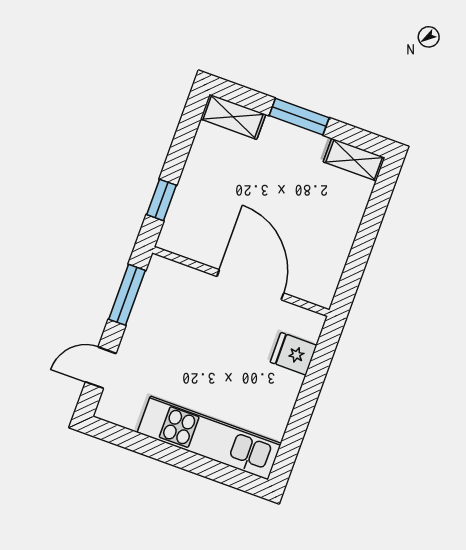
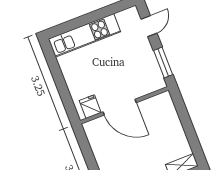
window: (161, 200) -> (181, 110), removed
fridge: (294, 354) -> (90, 107), moved, turned -90

